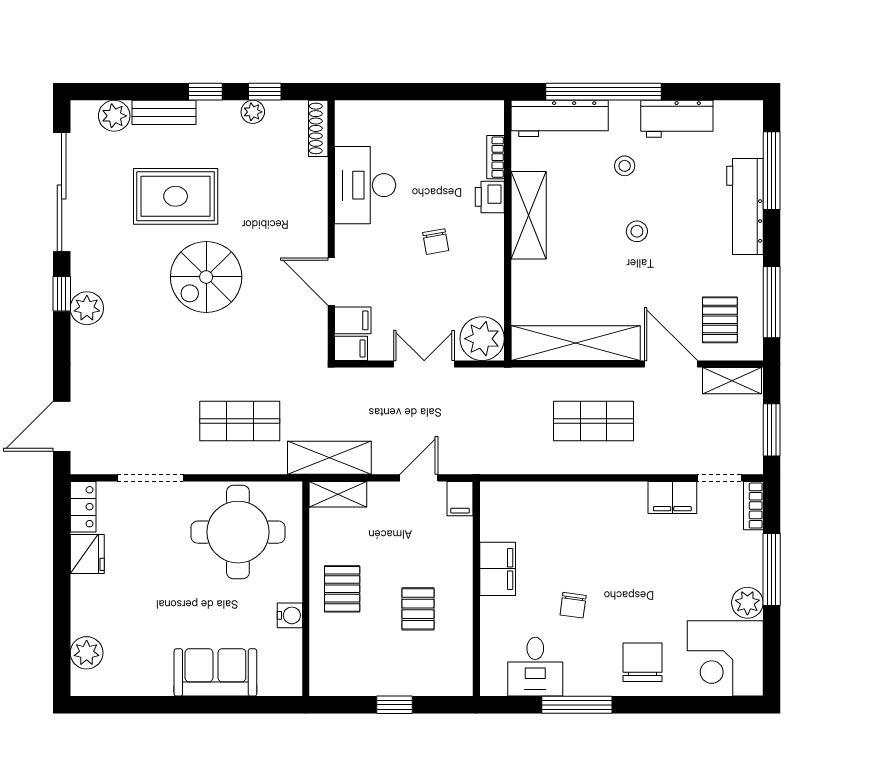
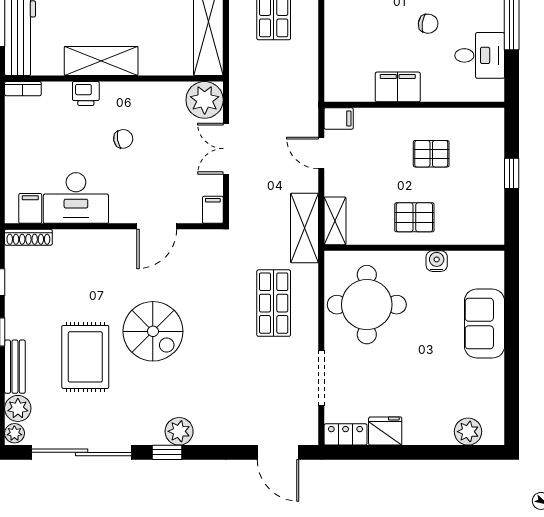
plant: (253, 112) -> (14, 433), moved
bookcase: (496, 157) -> (23, 89), moved
filing cabinet: (353, 320) -> (30, 208), moved

